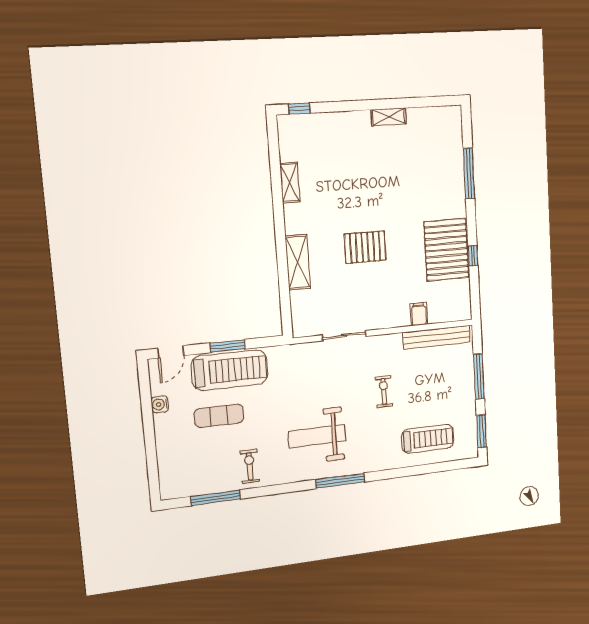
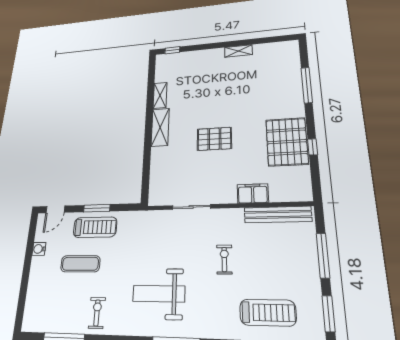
shelving: (298, 262) -> (160, 127), moved
filing cabinet: (419, 314) -> (253, 193), width x2.00
treadmill: (230, 370) -> (95, 227), width x0.73, depth x0.73

